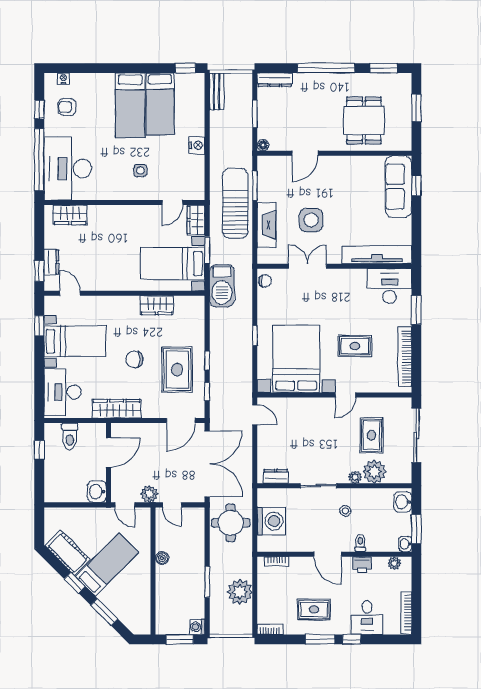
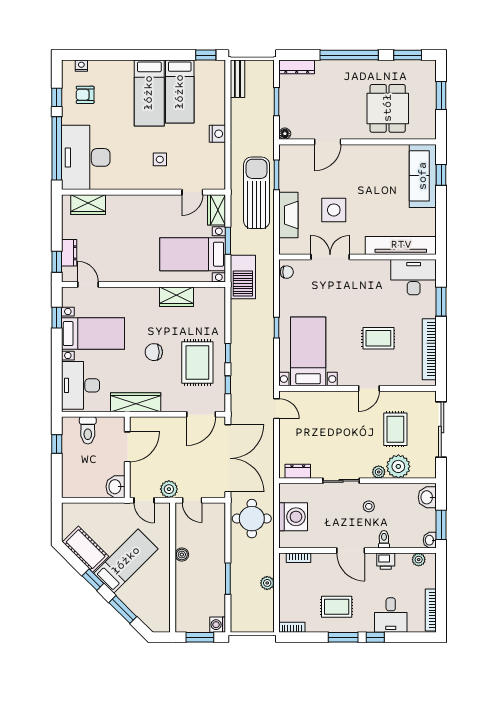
bed with nightstands: (296, 359) -> (308, 351), width x0.73
plant: (240, 592) -> (267, 583), width x0.53, depth x0.53

